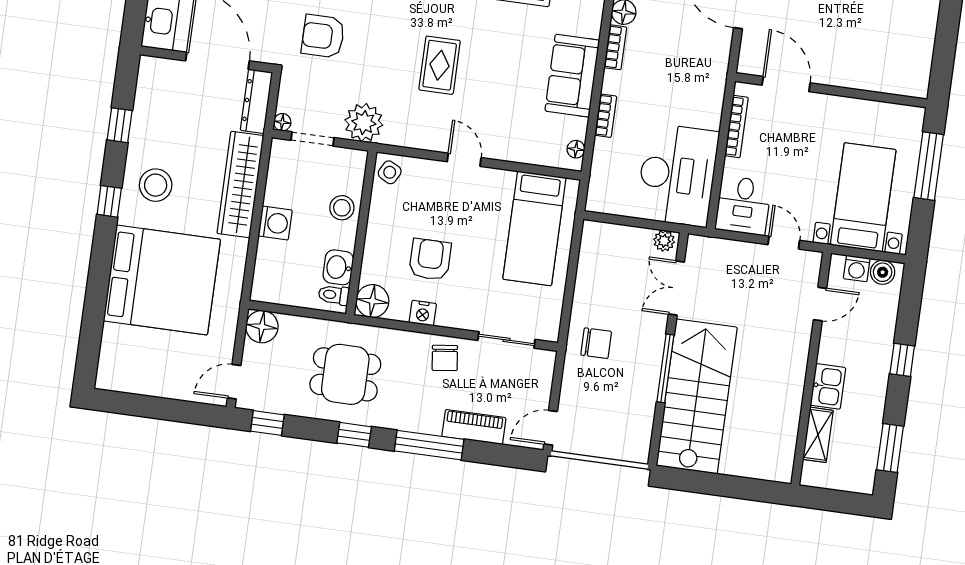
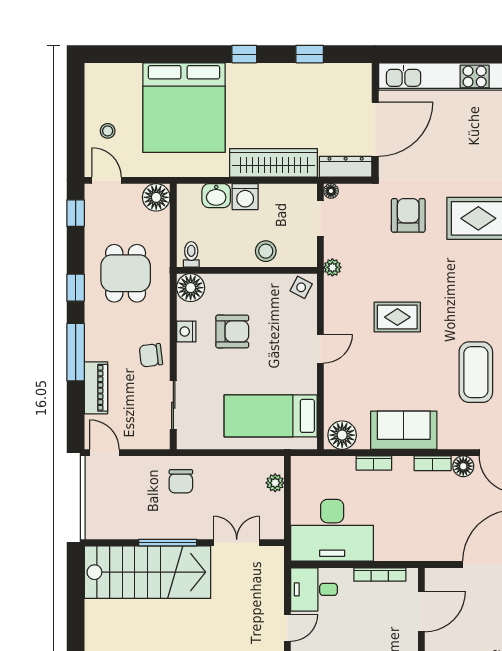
plant: (364, 123) -> (332, 267), width x0.53, depth x0.53
floor lamp: (576, 149) -> (342, 435), width x1.89, depth x1.89
stool: (156, 185) -> (108, 131), moved, width x0.53, depth x0.53
plant: (664, 241) -> (275, 483), moved
washbasin: (338, 267) -> (216, 196), moved, turned 180

